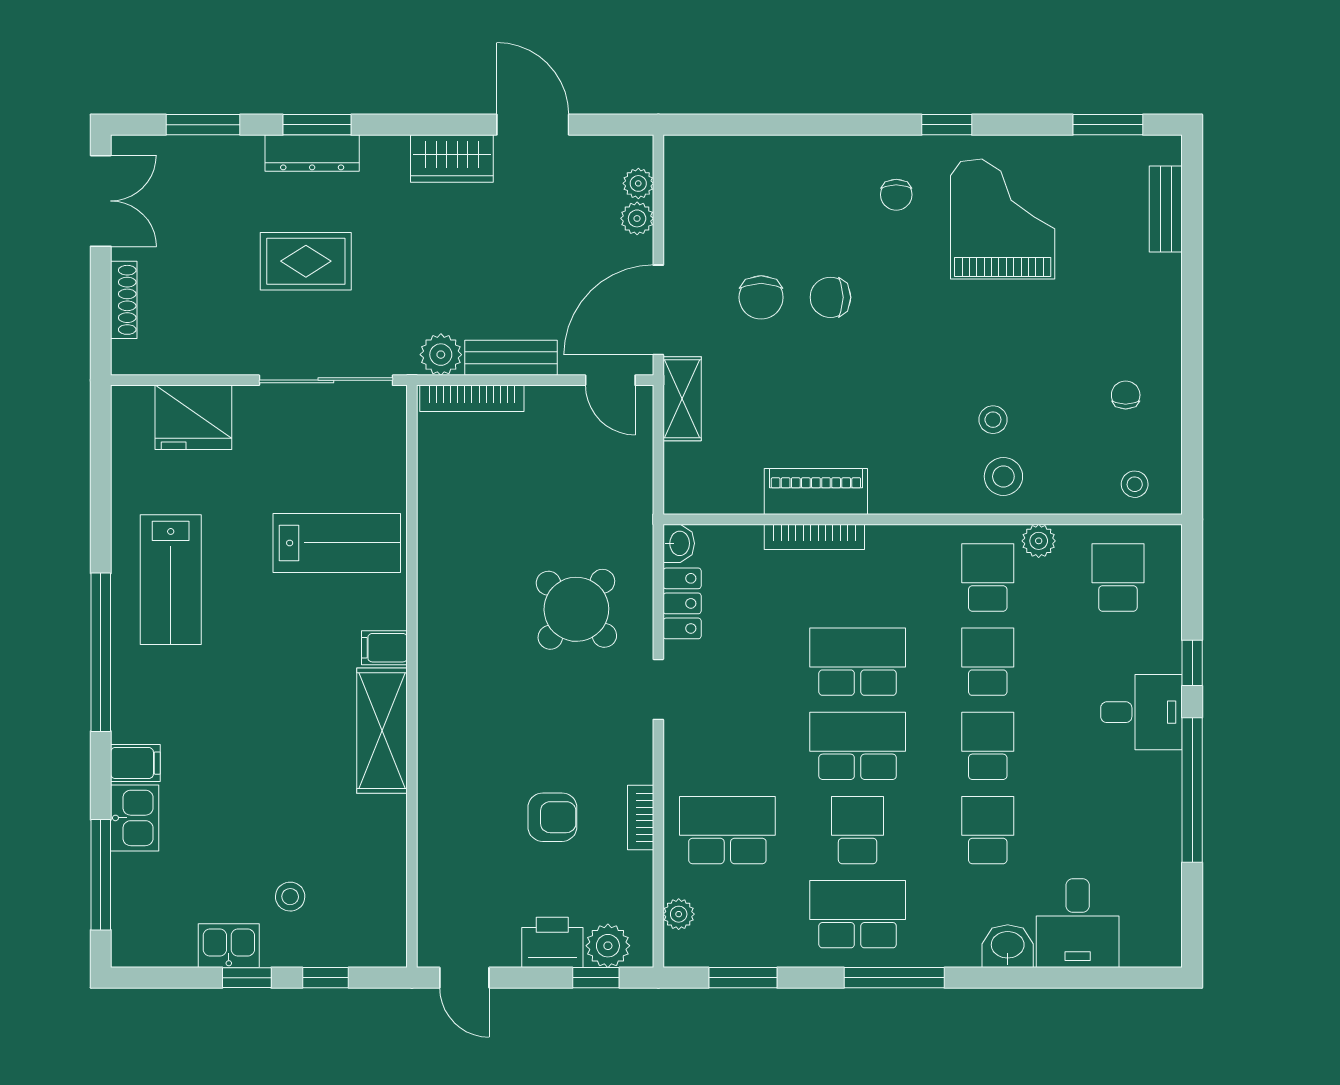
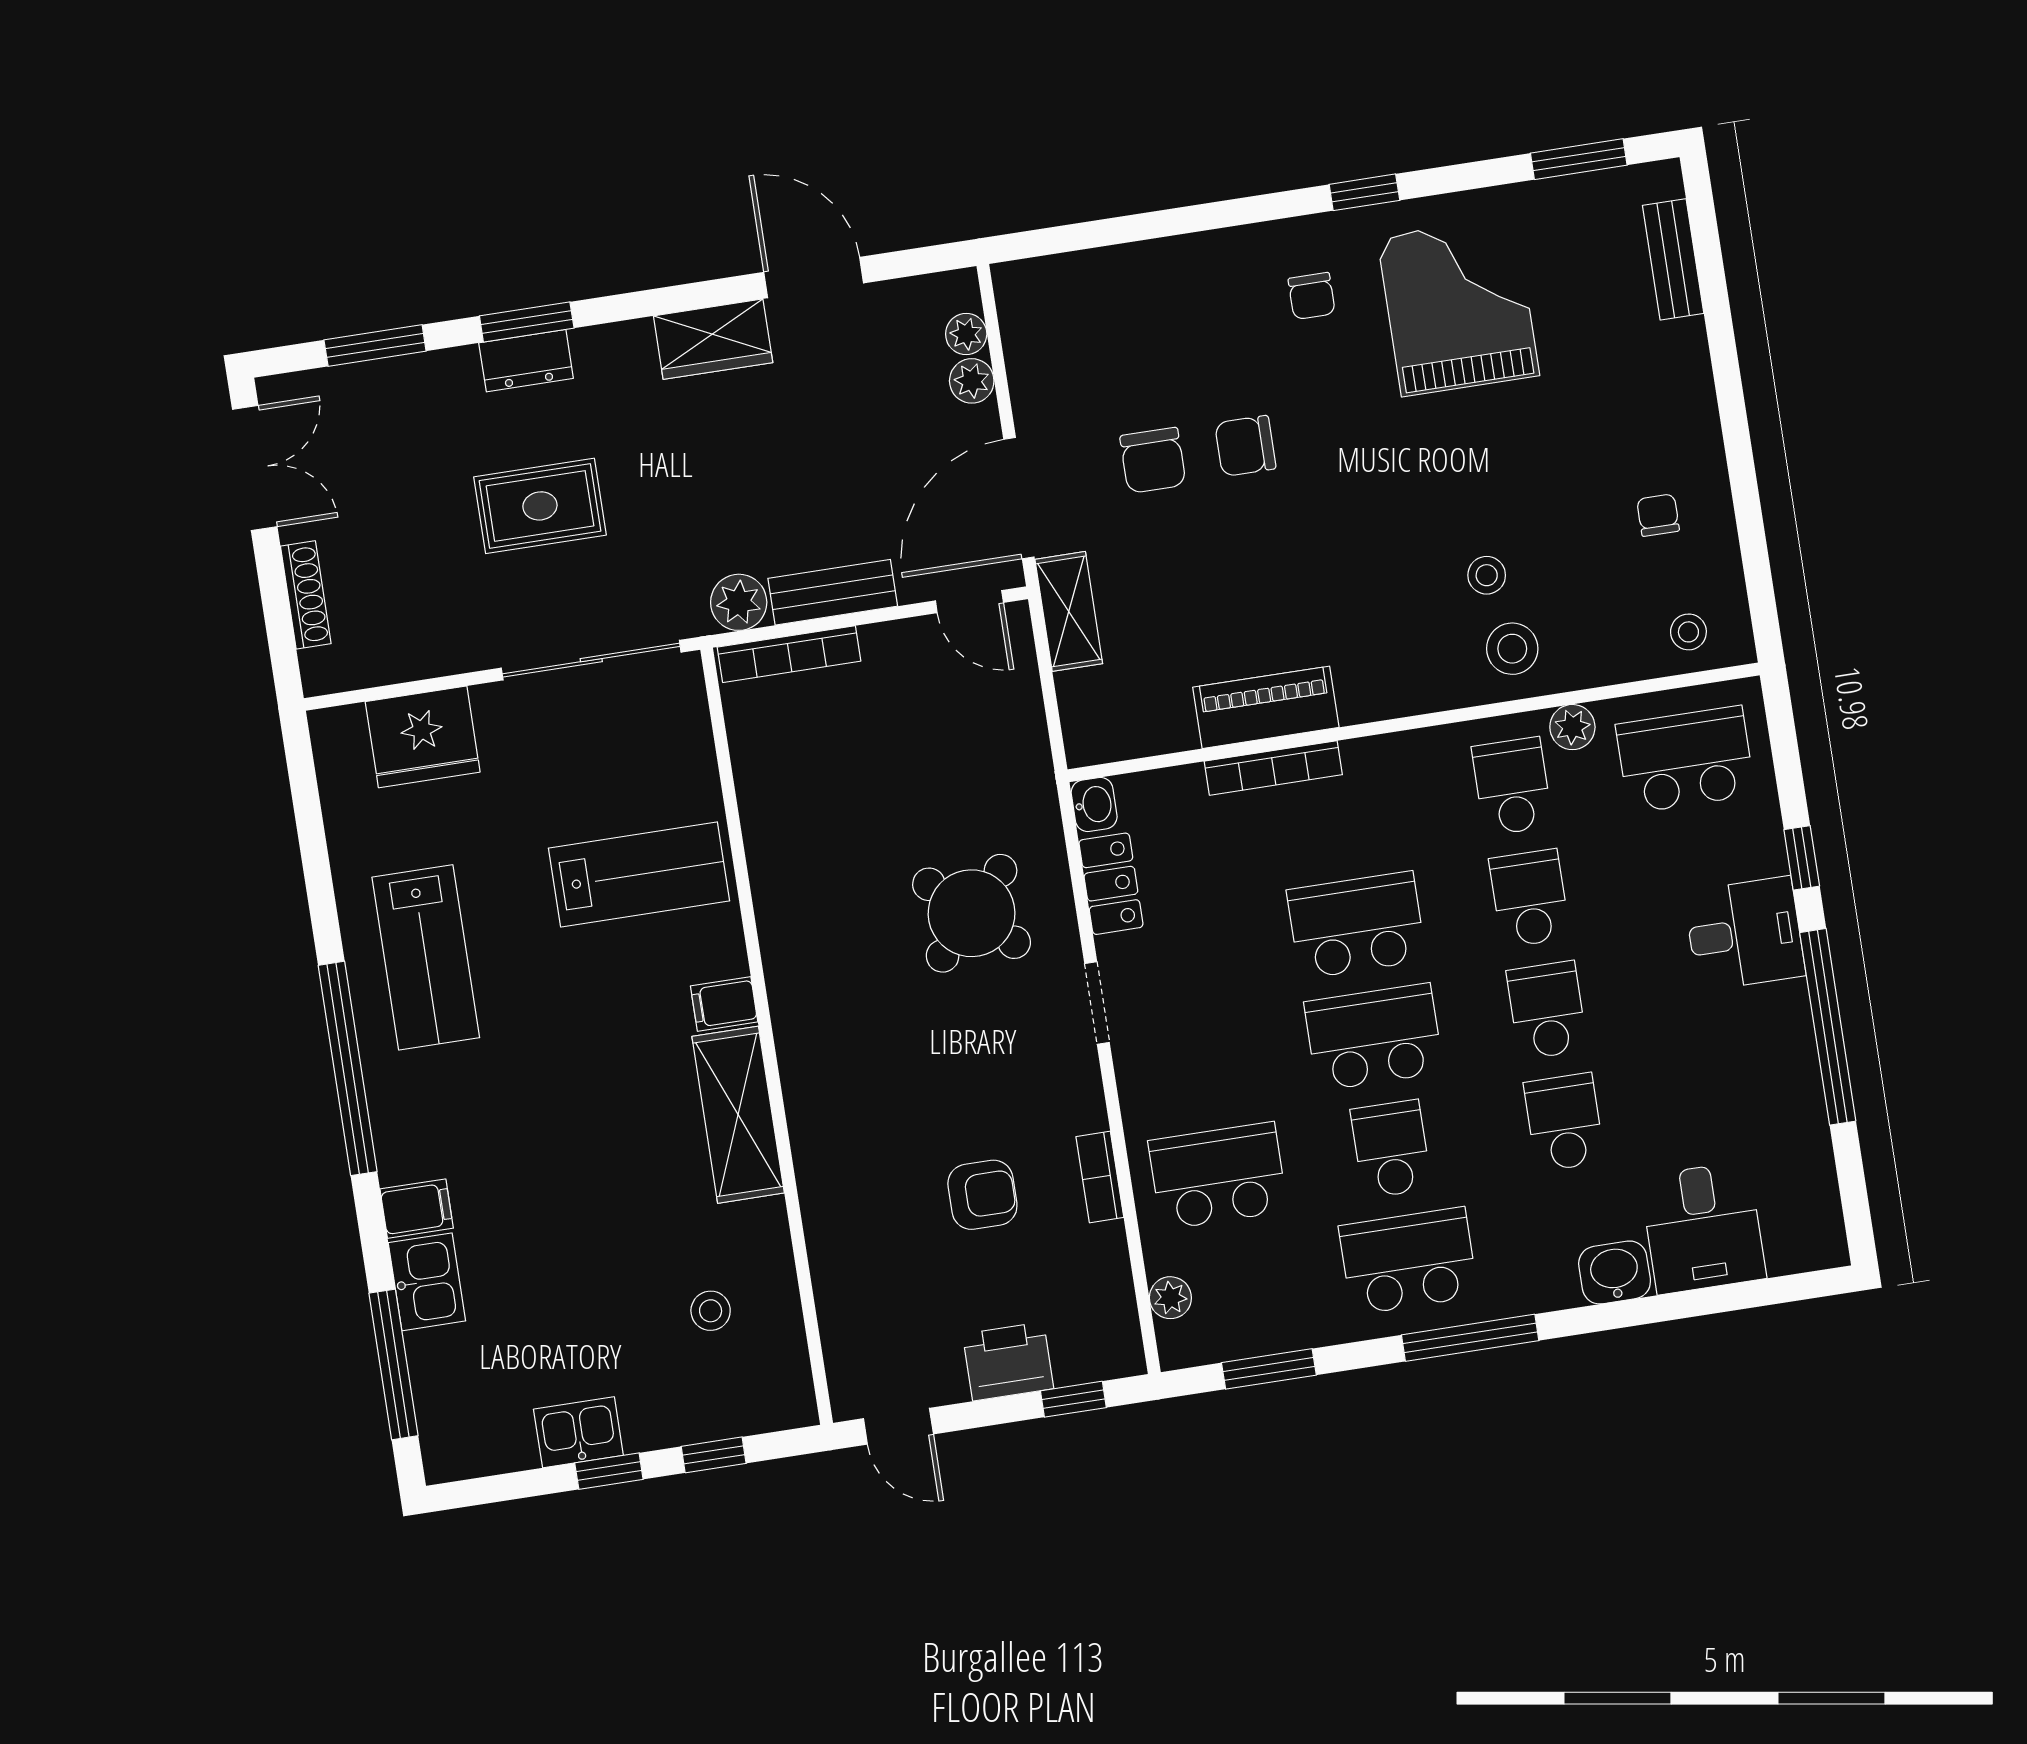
dresser: (312, 153) -> (526, 361), width x0.70
school desk: (1118, 578) -> (1685, 760), width x1.85
stool: (290, 897) -> (711, 1311), moved
plant: (608, 946) -> (1083, 1354), removed

